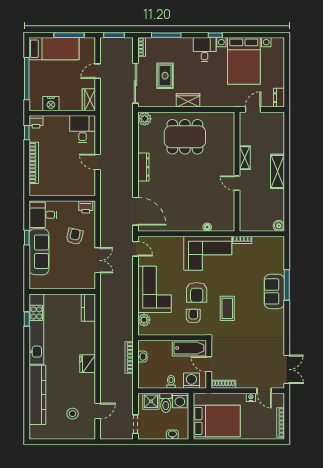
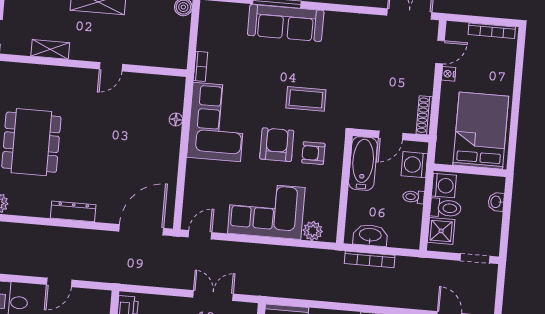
shelving: (245, 158) -> (50, 49), moved
sofa: (274, 291) -> (286, 23), width x1.36
armchair: (197, 292) -> (277, 145), turned -90
washbasin: (142, 357) -> (370, 235), width x1.91, depth x1.45

